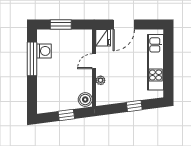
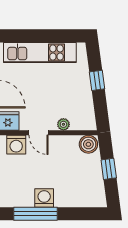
washing machine: (85, 44) -> (16, 145), added
washing machine: (44, 51) -> (44, 198), moved

